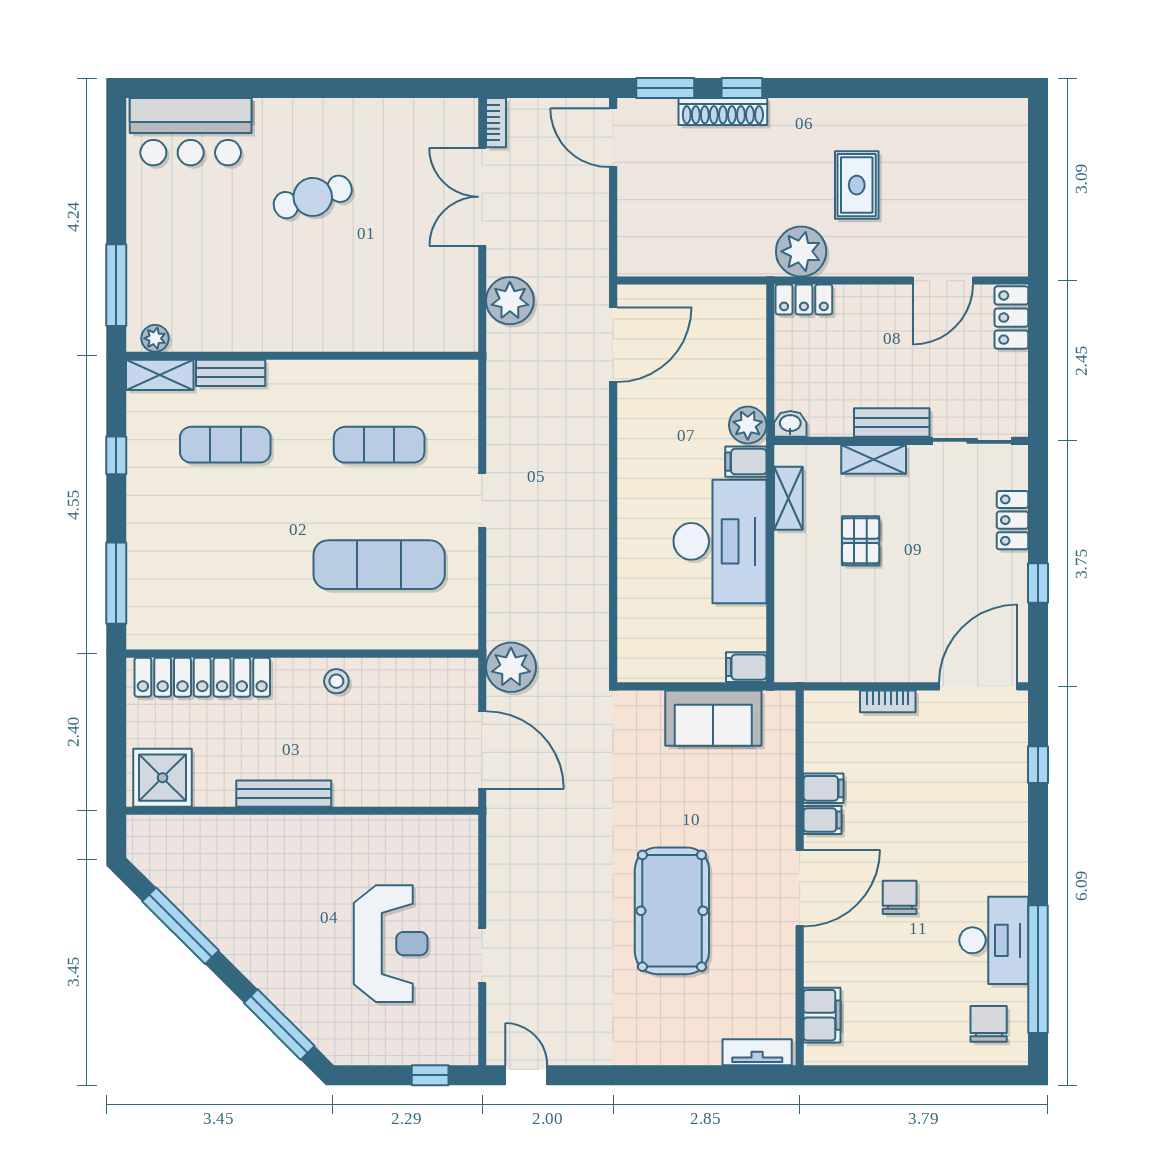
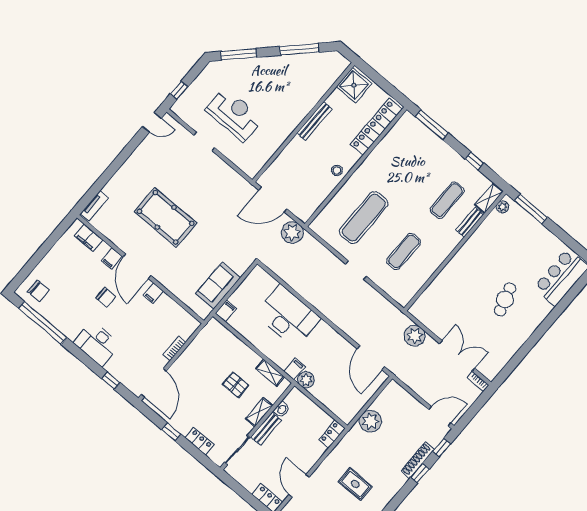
window: (665, 88) -> (442, 448), width x0.67
plant: (801, 251) -> (370, 421), moved
washbasin: (790, 424) -> (282, 409), moved
desk: (720, 541) -> (288, 316), moved, turned 180
filing cabinet: (823, 788) -> (112, 258), moved
desk: (994, 940) -> (97, 344), moved
reception desk: (391, 944) -> (234, 114), turned 180

